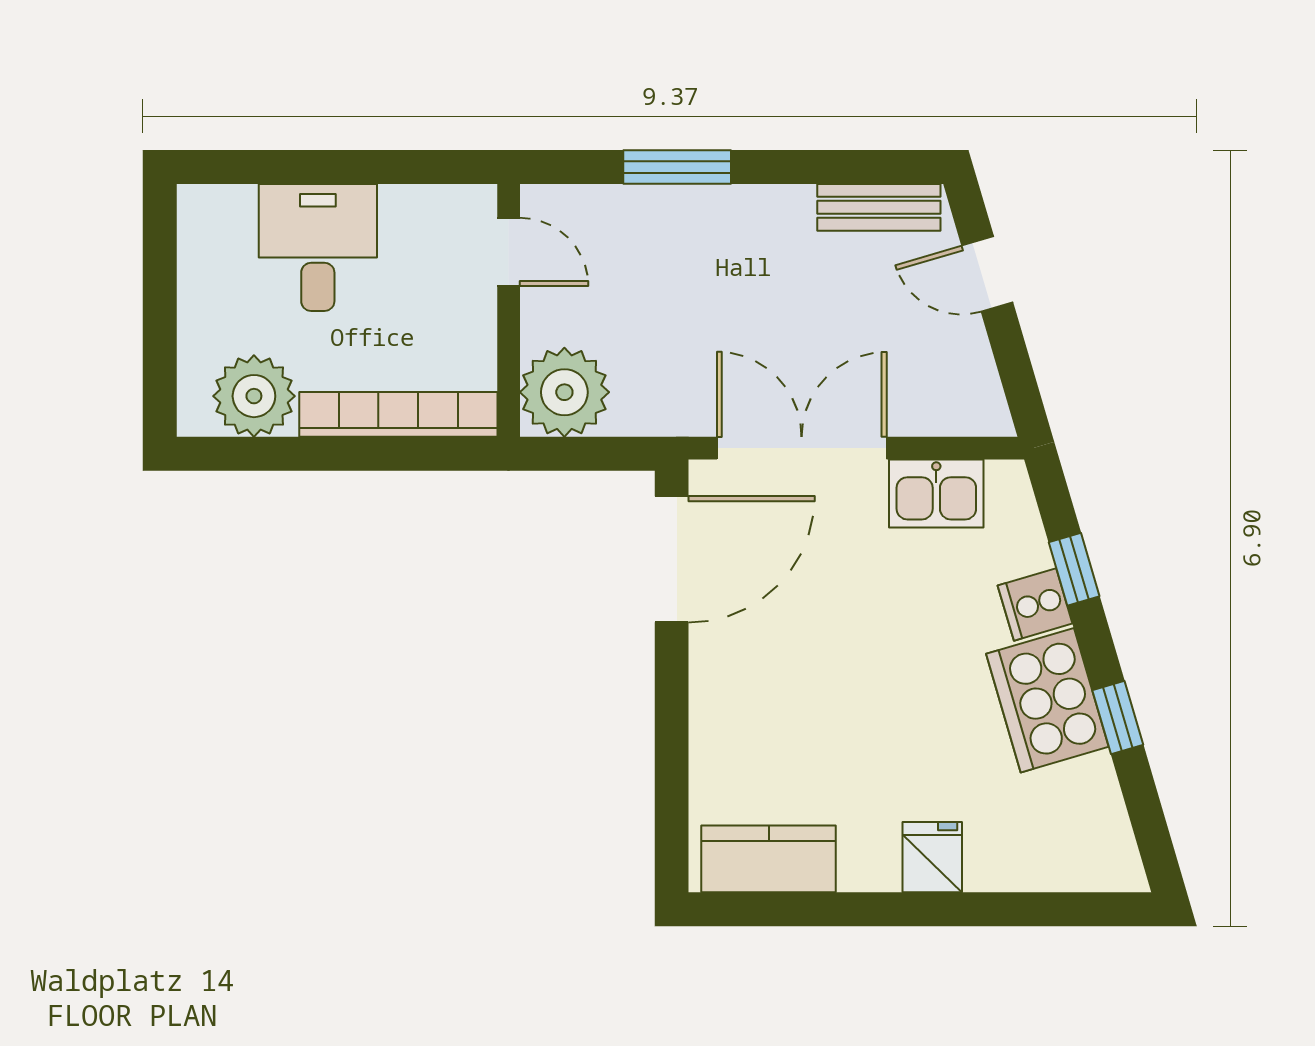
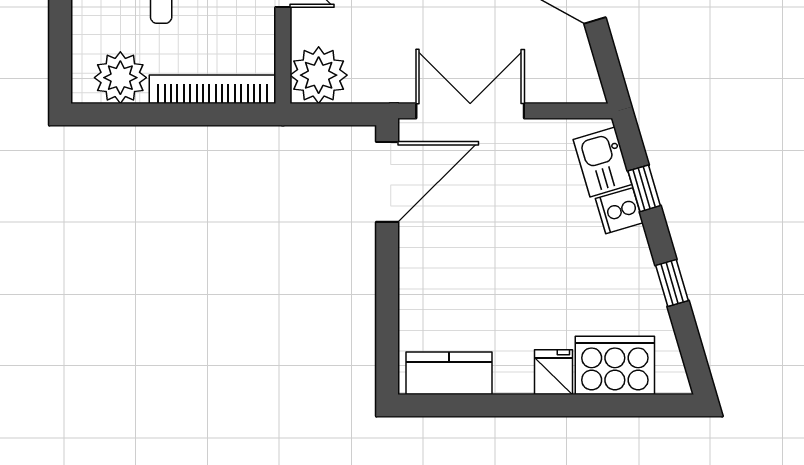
kitchen sink: (936, 494) -> (602, 162), moved, turned 74
cooker: (1047, 700) -> (615, 365), moved, turned 106

